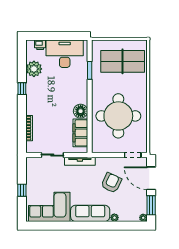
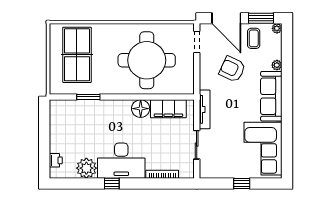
desk: (65, 54) -> (121, 161), moved, turned -90
door: (151, 178) -> (226, 18), hinge flipped
coffee table: (135, 200) -> (254, 38), added

